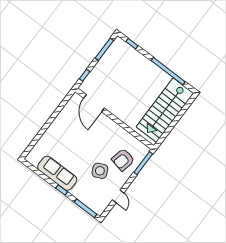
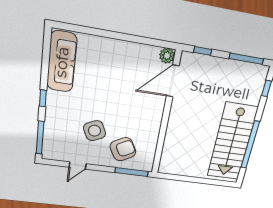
plant: (76, 99) -> (167, 56), added
stairs: (165, 110) -> (232, 142), moved, turned -90
armchair: (123, 160) -> (123, 149), turned 139
sofa: (57, 173) -> (62, 62), moved

